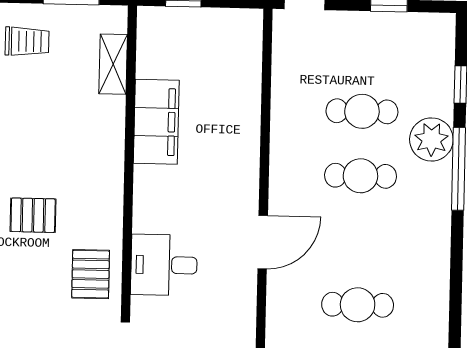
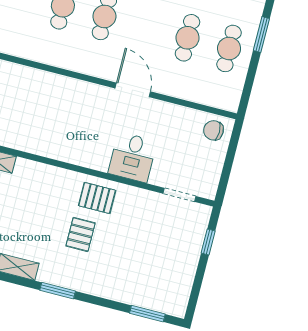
filing cabinet: (156, 122) -> (39, 141), removed
pallet: (91, 274) -> (97, 198), moved

